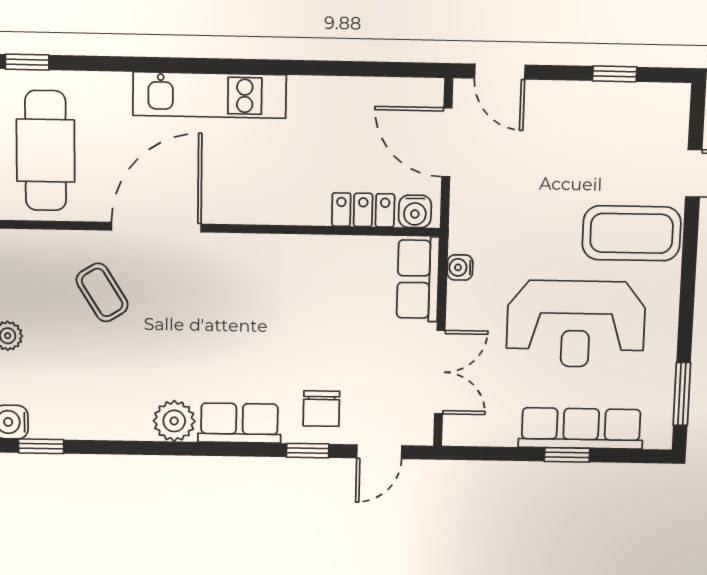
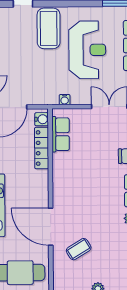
locker: (363, 210) -> (42, 148), width x1.53
row of seats: (418, 279) -> (61, 134), moved, turned -90

